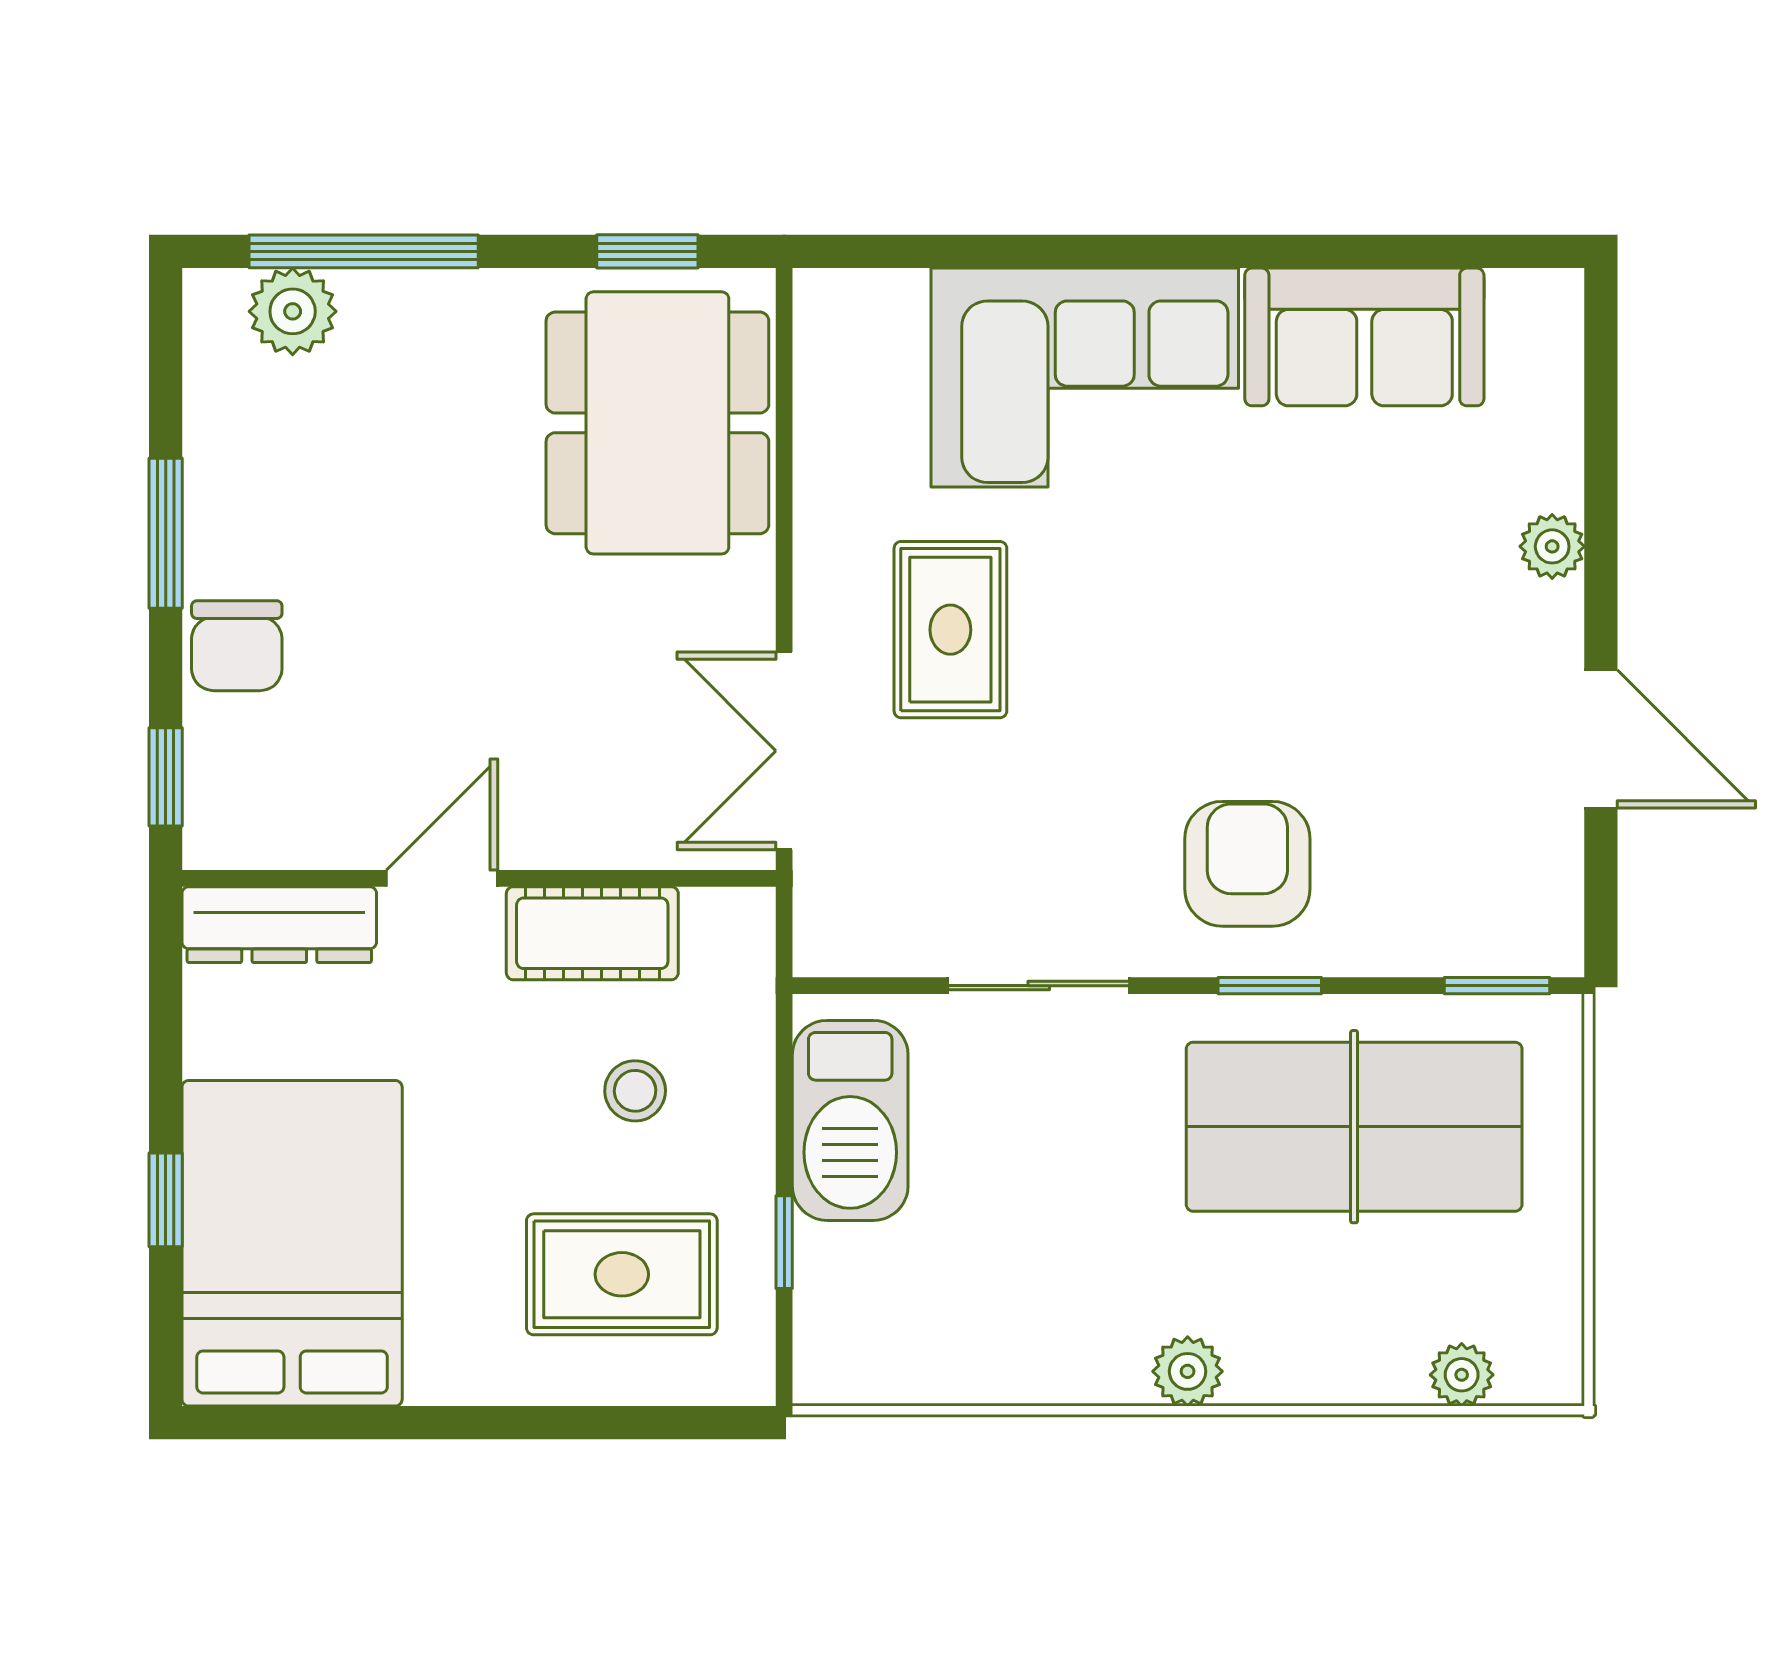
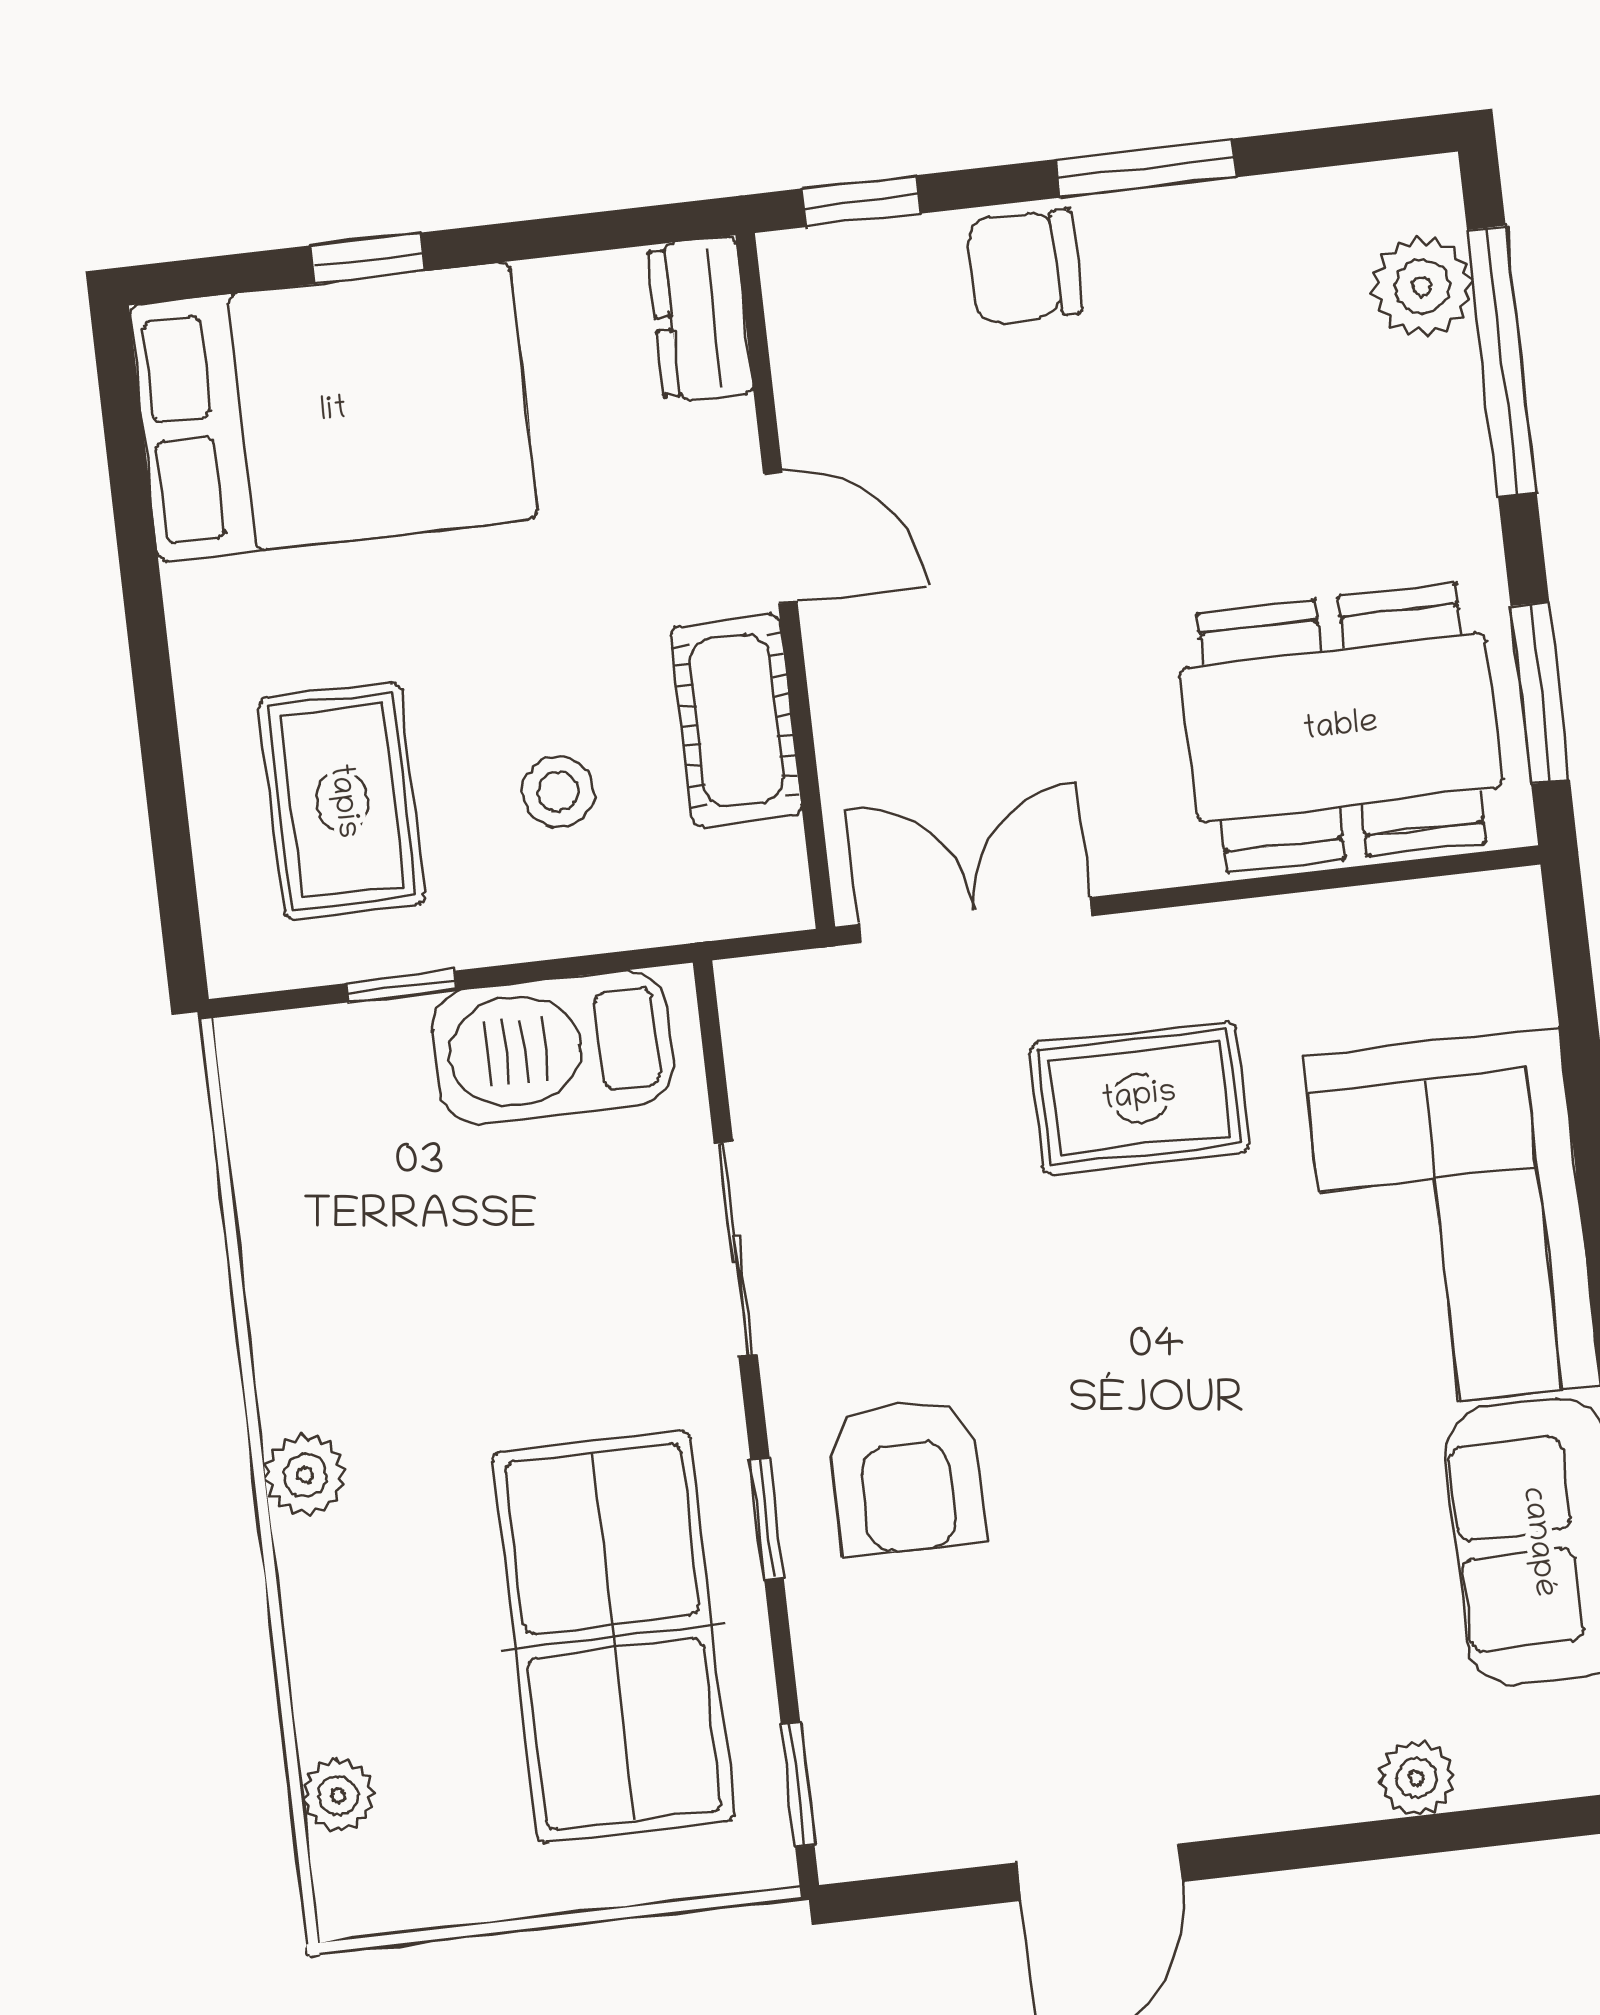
window: (647, 251) -> (1540, 693), width x1.50
plant: (1552, 546) -> (1416, 1778), moved
armchair: (1247, 864) -> (906, 1476), turned 90
dresser: (279, 925) -> (700, 319), width x0.70

